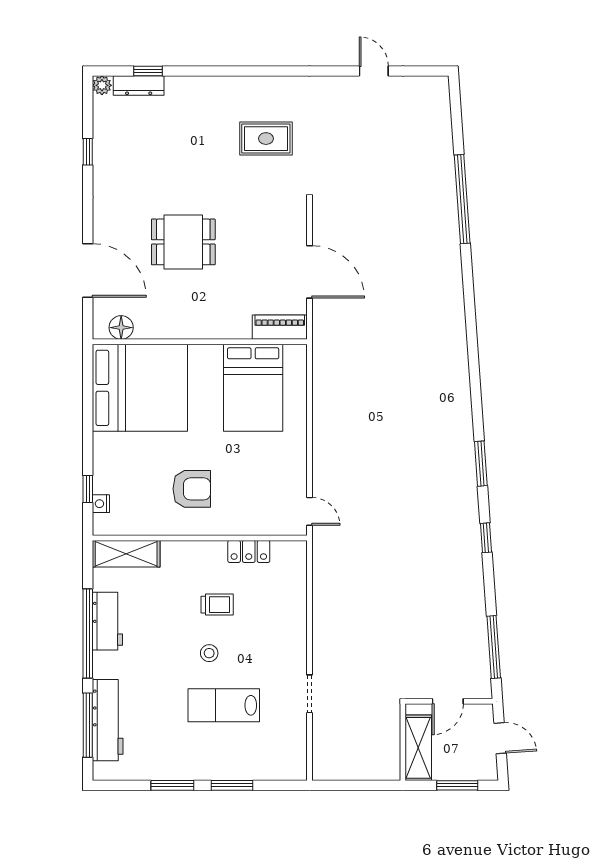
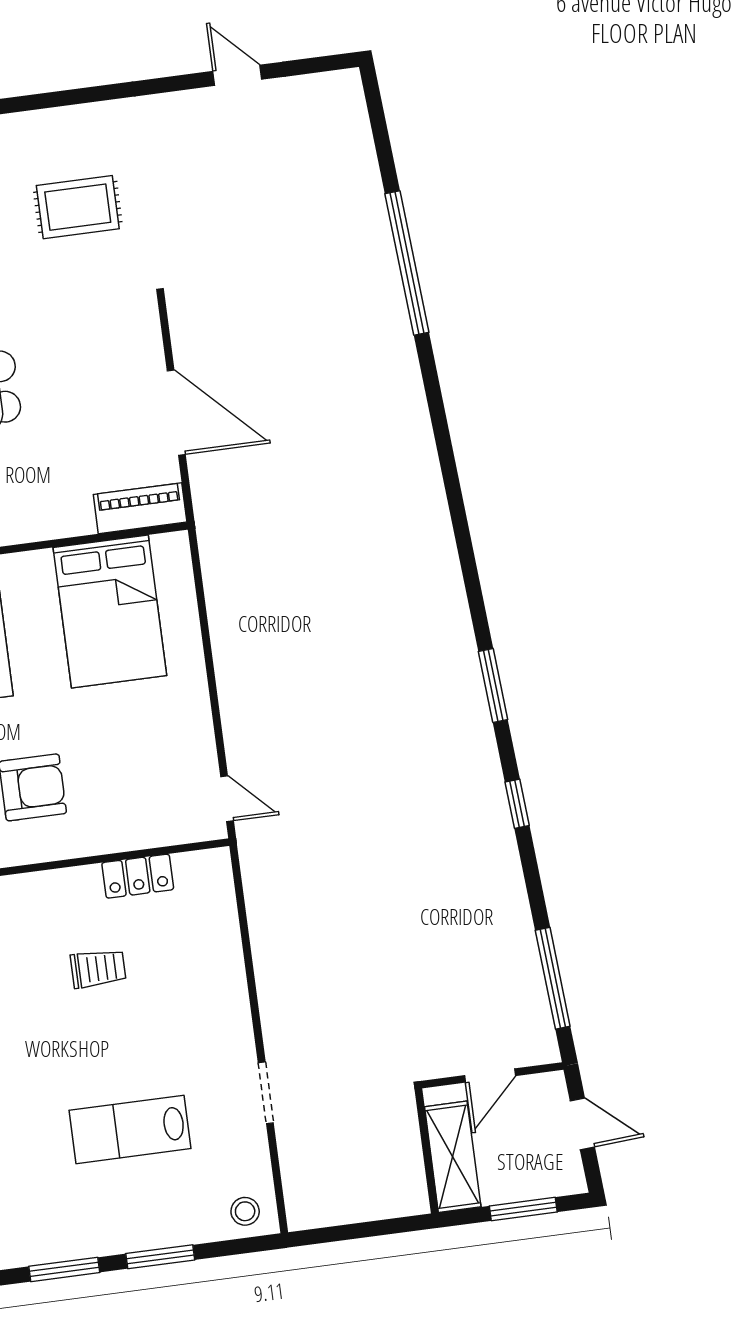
stool: (209, 653) -> (245, 1211), moved

